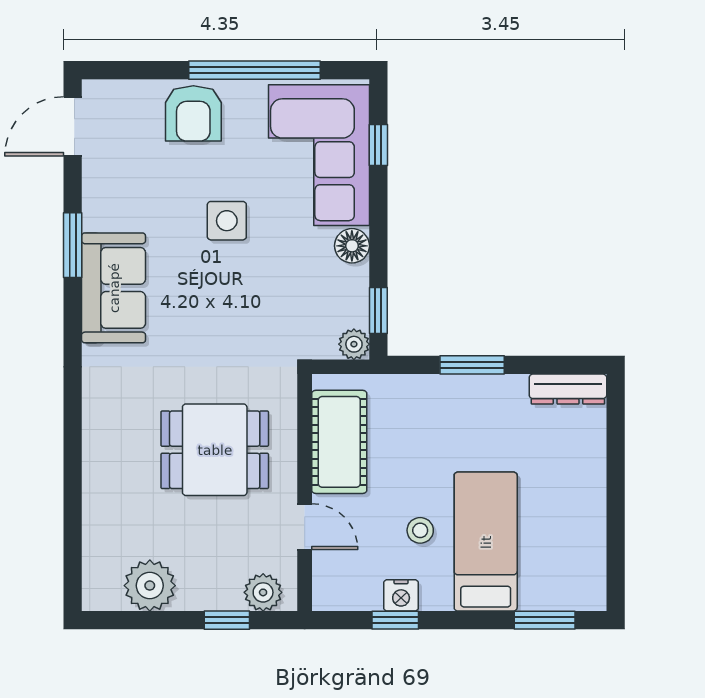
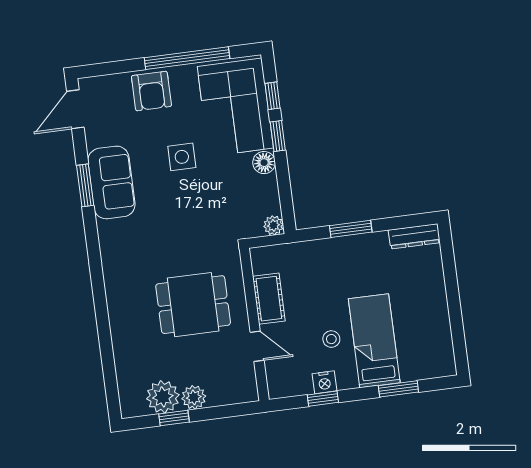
sofa: (114, 288) -> (111, 182), moved
window: (378, 310) -> (278, 136), moved
cot: (339, 442) -> (269, 299), width x0.73, depth x0.75
plant: (263, 592) -> (194, 397), moved
window: (227, 620) -> (174, 418), moved
window: (545, 620) -> (398, 389), moved

